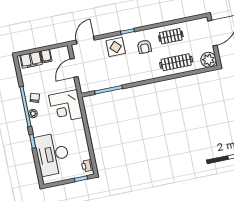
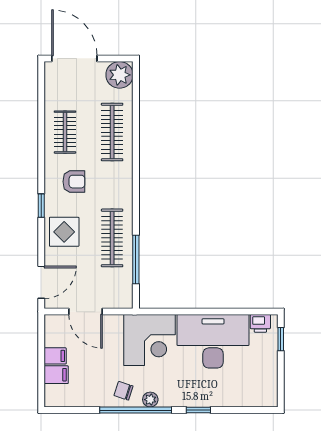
door: (85, 40) -> (41, 282), swing flipped
filing cabinet: (31, 60) -> (56, 375), width x0.50
clothes rail: (118, 74) -> (112, 238), added
desk: (52, 154) -> (213, 341), moved, turned 180

